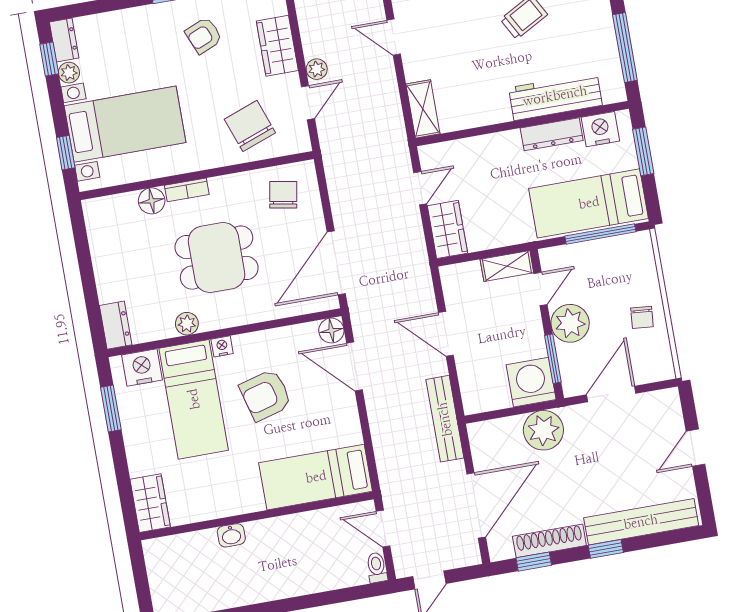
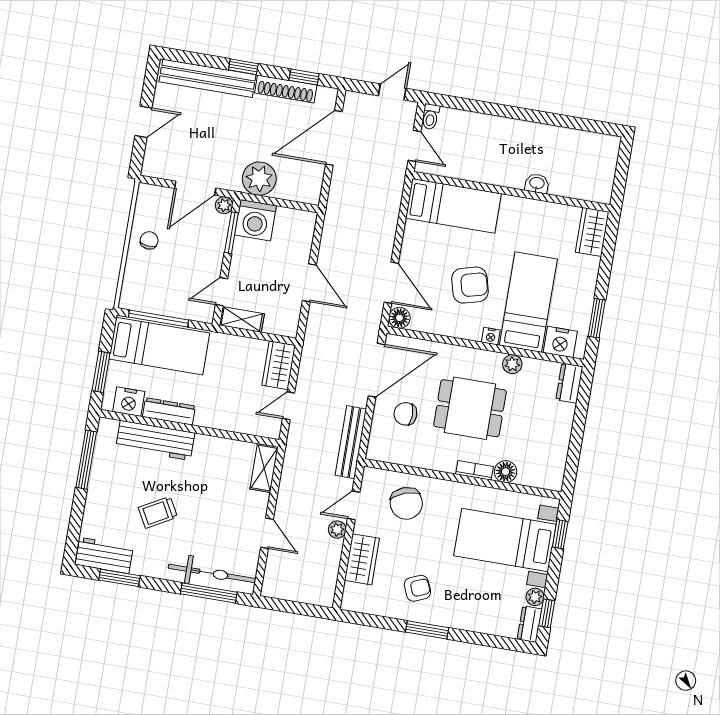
chair: (283, 195) -> (405, 414), moved, turned 80
plant: (570, 323) -> (224, 205), moved, width x0.53, depth x0.53
bench: (445, 419) -> (351, 442), moved

